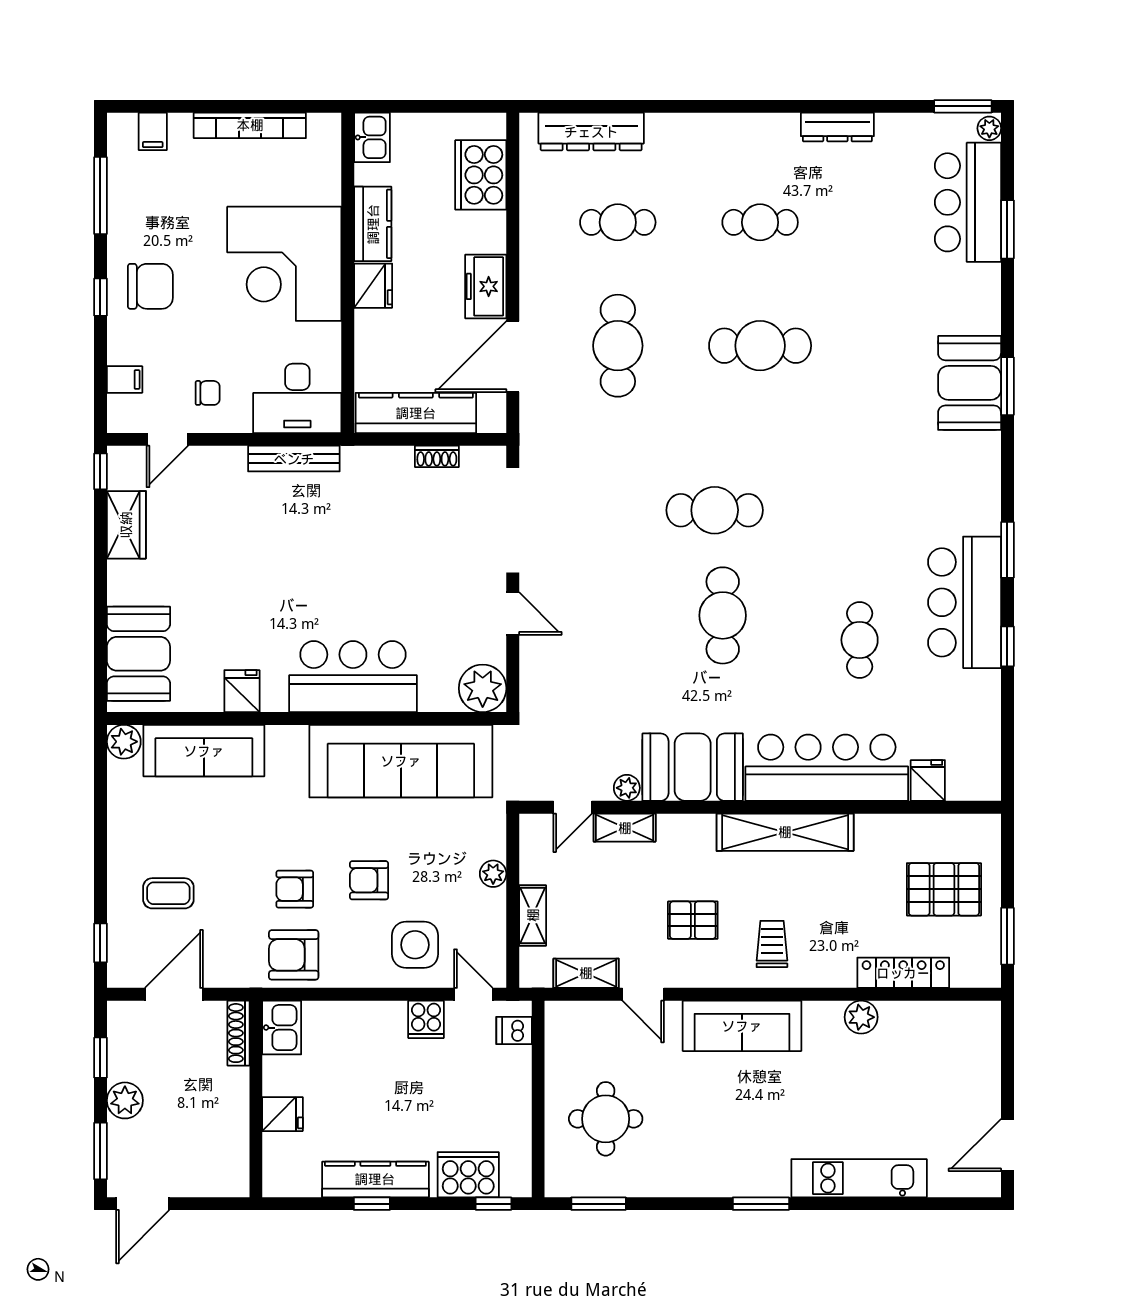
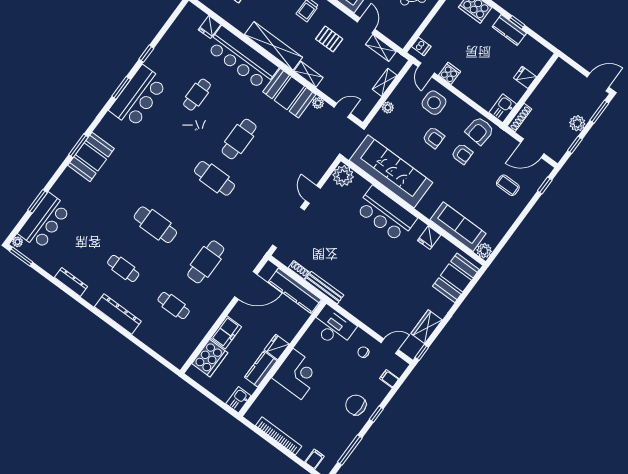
dresser: (591, 132) -> (118, 314), moved
corner desk: (284, 264) -> (297, 374), width x0.74, depth x0.74
freezer: (486, 286) -> (226, 332), moved
bench: (294, 459) -> (324, 288), moved
bar counter: (965, 602) -> (138, 97), moved
shelving: (625, 828) -> (309, 74), moved
armchair: (294, 955) -> (480, 131), turned 95
kitchen counter: (375, 1179) -> (509, 30), width x0.67

